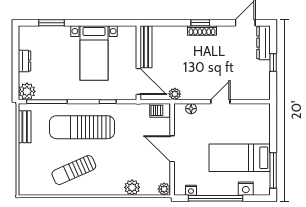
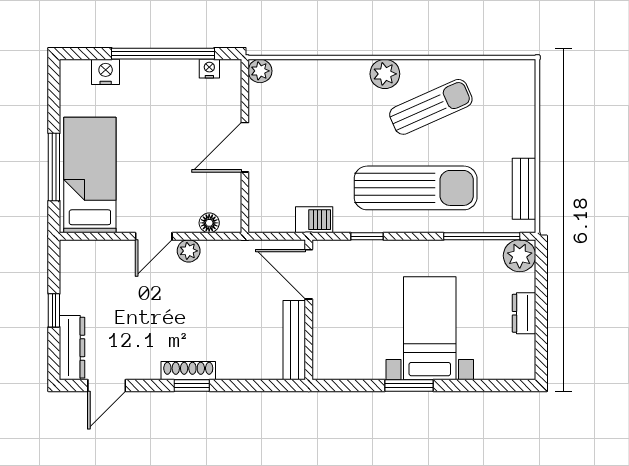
window: (52, 23) -> (409, 386), moved
bed with nightstands: (94, 53) -> (430, 328), moved
plant: (175, 94) -> (189, 251), moved
barbecue: (160, 110) -> (314, 220), moved
door: (172, 149) -> (245, 147), swing flipped
bed: (240, 158) -> (90, 175), moved, turned -90
window: (273, 170) -> (54, 167), moved
plant: (132, 187) -> (385, 74), moved

